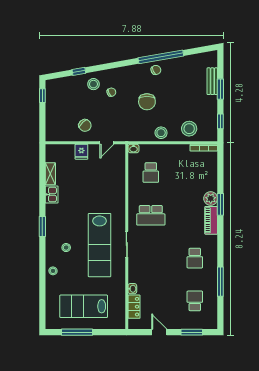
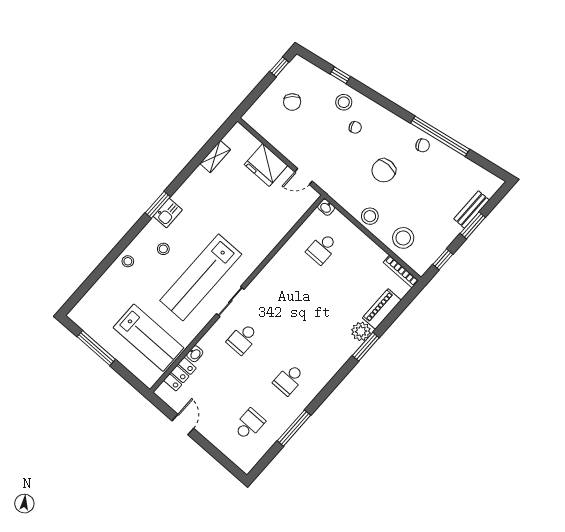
chair: (85, 125) -> (292, 102), moved
fridge: (81, 152) -> (266, 165), width x1.88, depth x1.34
kitchen sink: (52, 194) -> (168, 213), moved
school desk: (151, 215) -> (243, 339), moved, width x0.54
piano: (211, 220) -> (382, 309), moved
lab bench: (84, 306) -> (148, 338), moved, turned 180
window: (192, 332) -> (217, 455), removed

